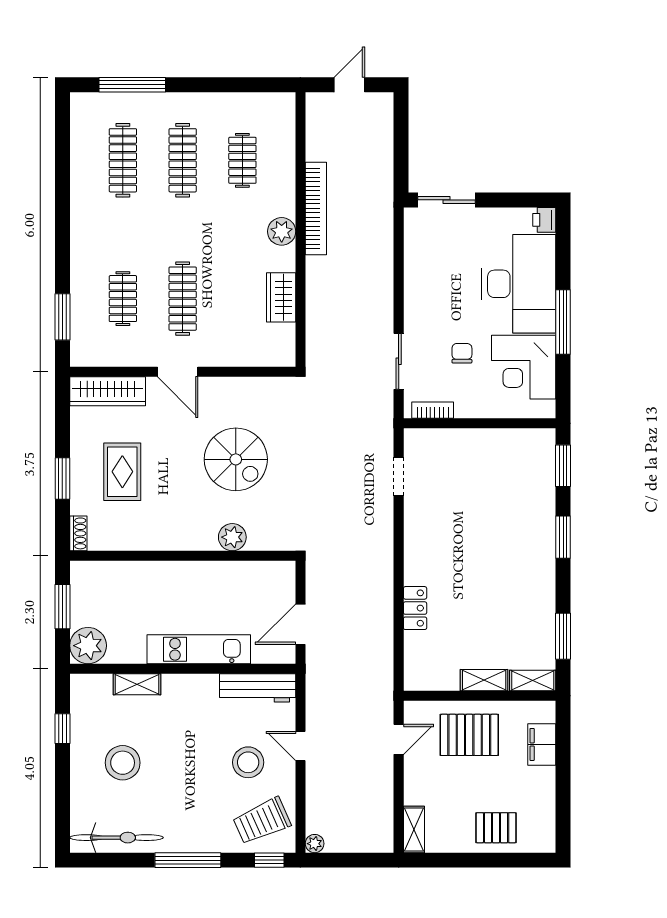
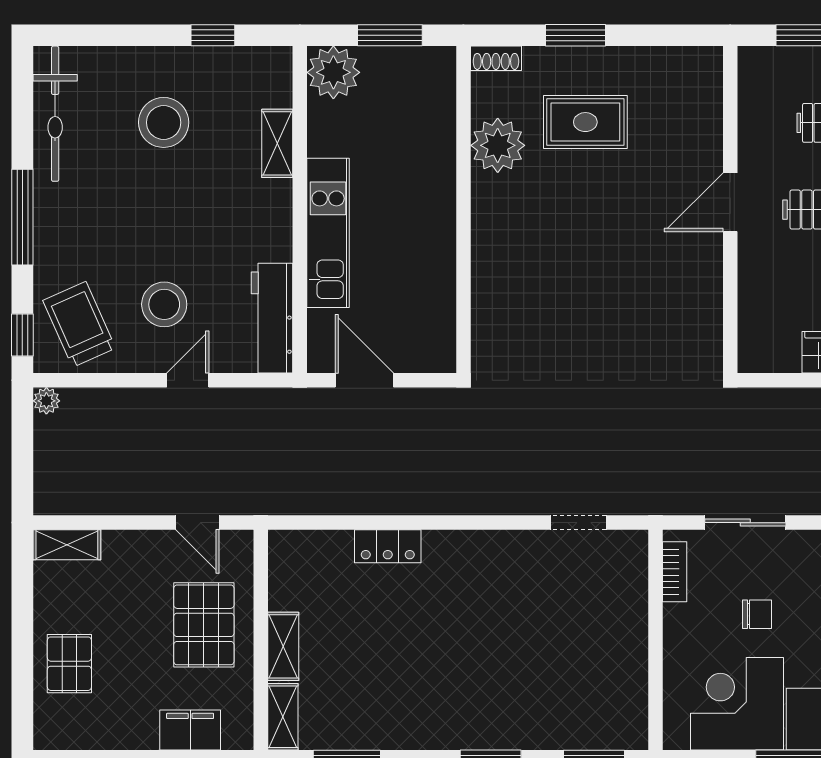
wardrobe: (108, 391) -> (702, 101), removed
spiral stairs: (236, 459) -> (603, 287), removed
plant: (232, 537) -> (498, 145), moved, width x1.36, depth x1.36

